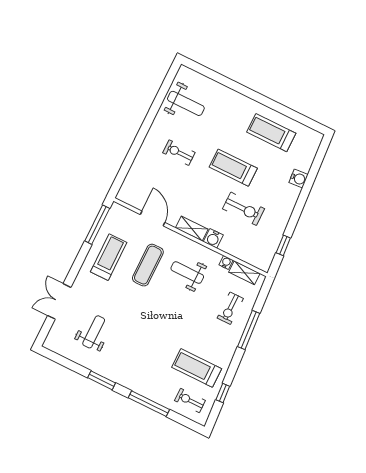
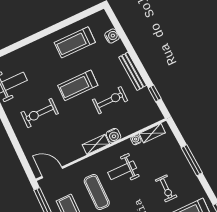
exercise bike: (179, 153) -> (40, 113), width x1.38, depth x1.39
water cooler: (298, 179) -> (112, 36), moved
bench: (287, 208) -> (133, 71), added
door: (153, 218) -> (52, 172), moved
exercise bike: (230, 308) -> (166, 188), moved

